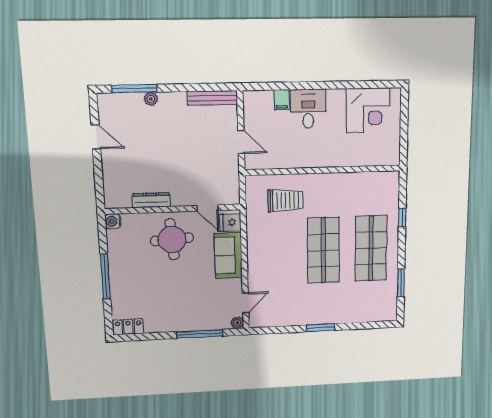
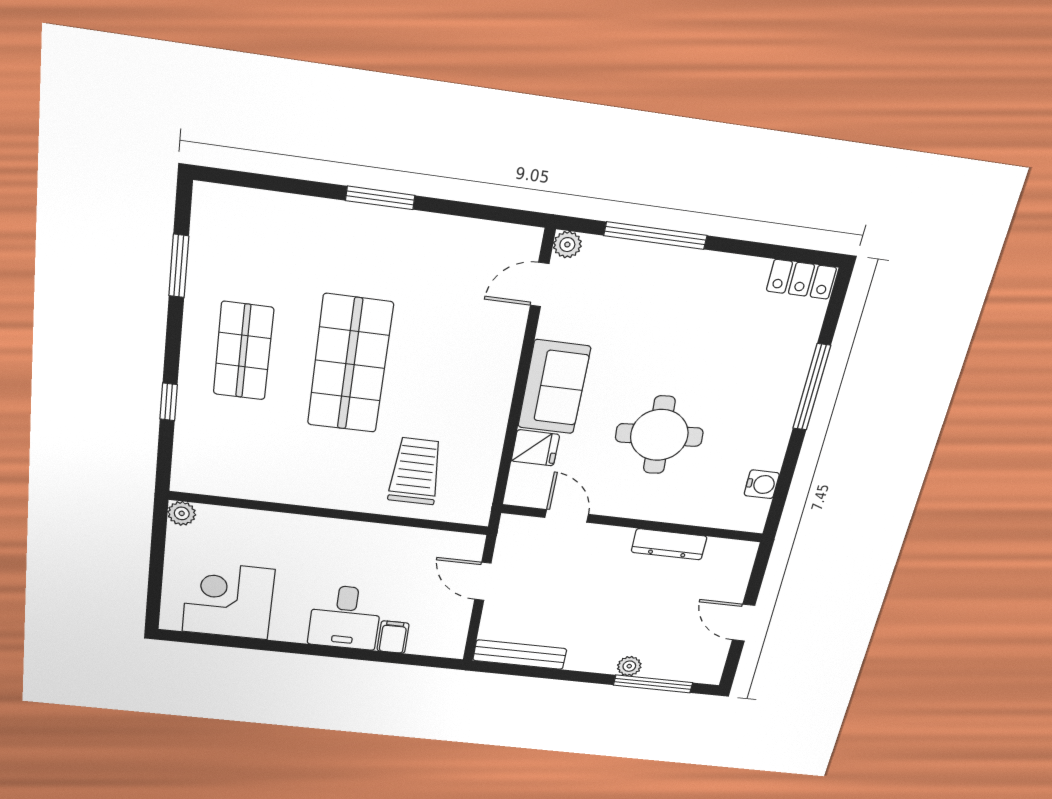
plant: (393, 159) -> (182, 513), added
dresser: (151, 200) -> (669, 544), moved
trolley: (285, 200) -> (415, 471), turned 90
door: (207, 208) -> (567, 516), moved
wall: (173, 209) -> (633, 523), moved
shop shelf: (371, 248) -> (243, 351), width x0.70, depth x0.74

